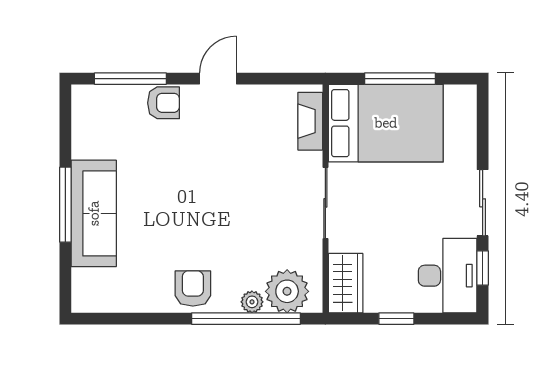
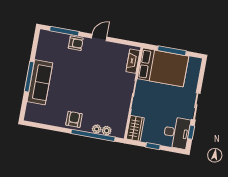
plant: (287, 291) -> (107, 131), width x0.53, depth x0.53

